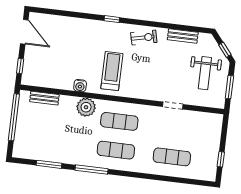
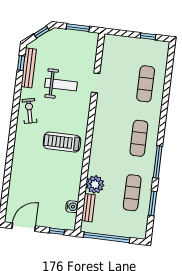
window: (112, 19) -> (21, 63), moved
bench: (183, 36) -> (29, 68), width x1.36
weight bench: (205, 73) -> (61, 85), moved
water cooler: (80, 86) -> (72, 207), moved
plant: (86, 107) -> (95, 184), moved
exercise mat: (119, 121) -> (132, 193), moved

